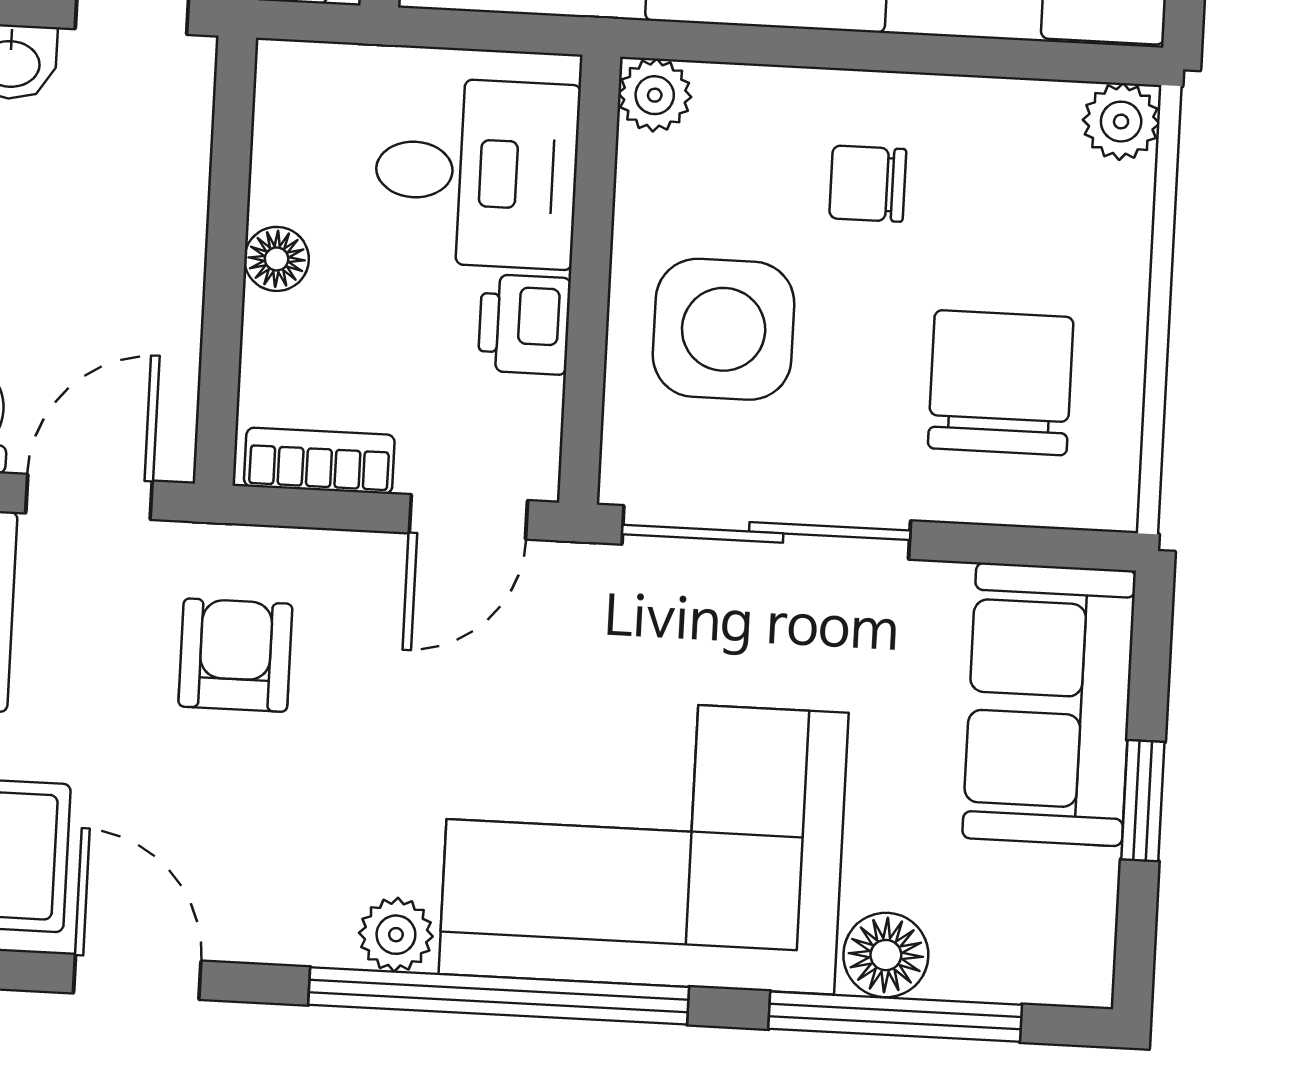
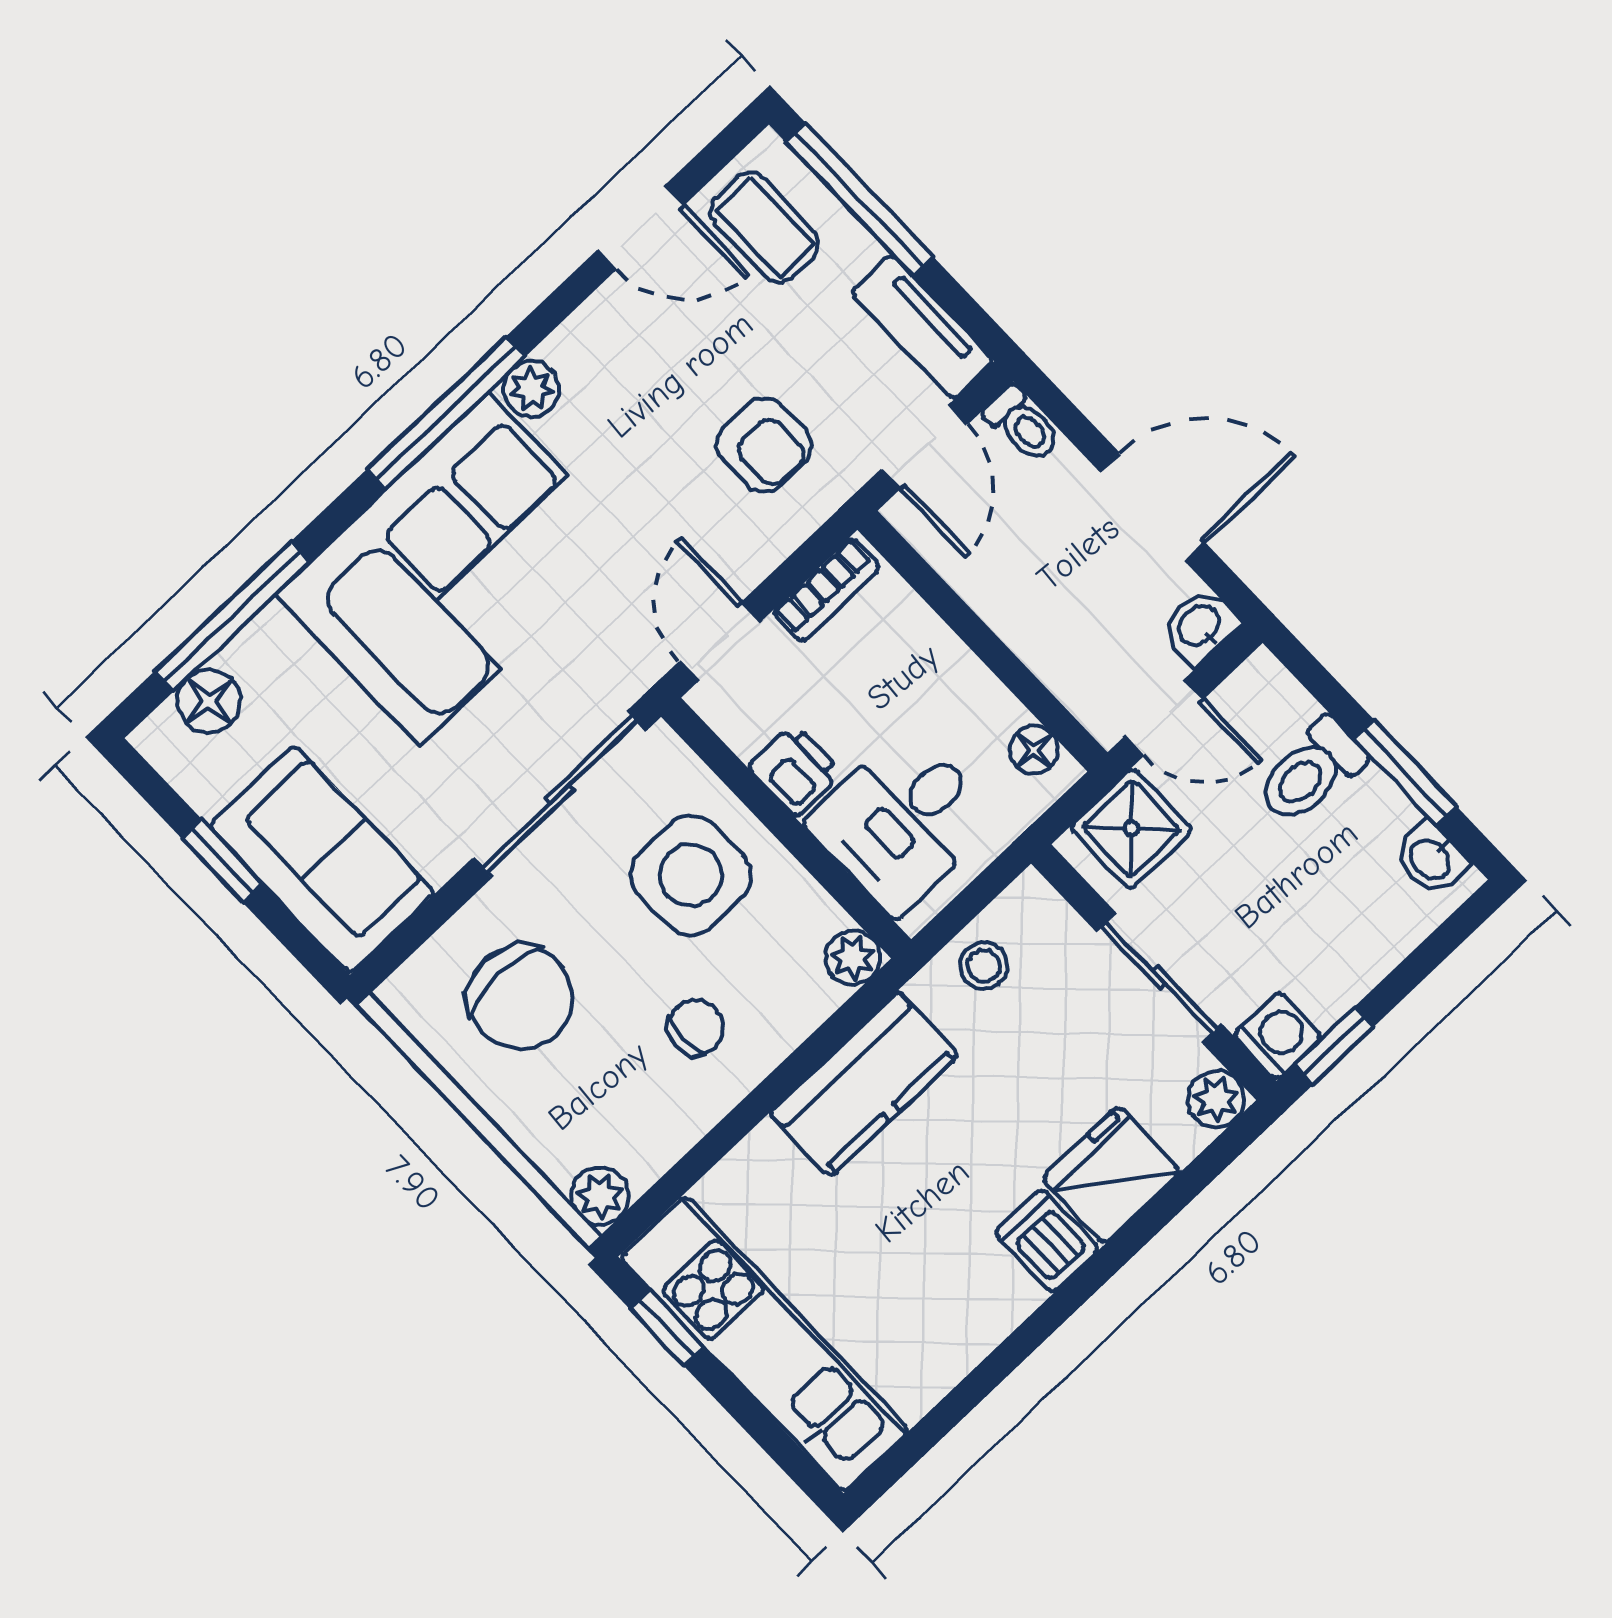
floor lamp: (277, 259) -> (1034, 750), moved
floor lamp: (886, 955) -> (209, 701), moved
window: (499, 996) -> (446, 413), width x0.68

